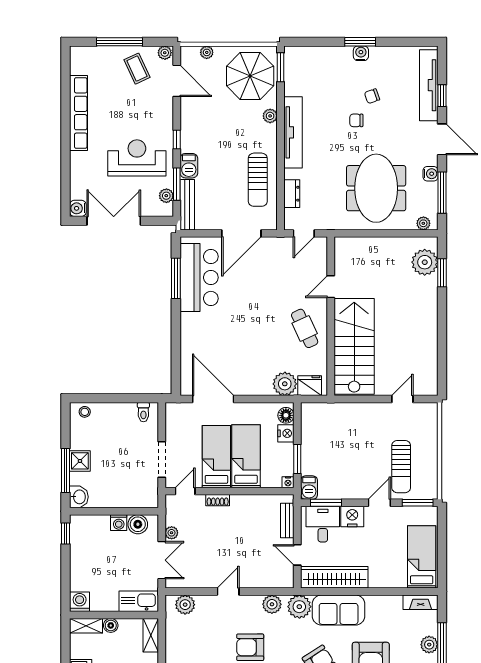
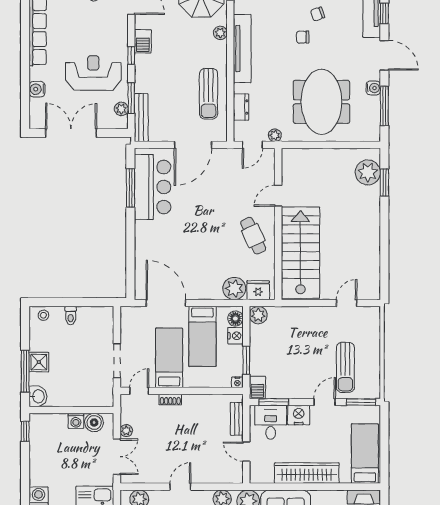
barbecue: (189, 166) -> (143, 41), moved
water cooler: (78, 208) -> (37, 89), moved
plant: (423, 223) -> (275, 135), moved
toilet: (143, 412) -> (71, 316), moved
plant: (310, 412) -> (258, 315), added
bed: (246, 456) -> (202, 336), moved, turned 180
wardrobe: (334, 577) -> (307, 473), moved

